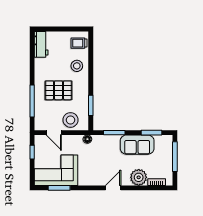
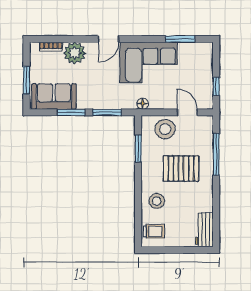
window: (152, 133) -> (71, 112), moved
sofa: (137, 145) -> (54, 96), moved
window: (175, 157) -> (27, 80), width x0.69
corner sofa: (56, 170) -> (149, 62), moved

